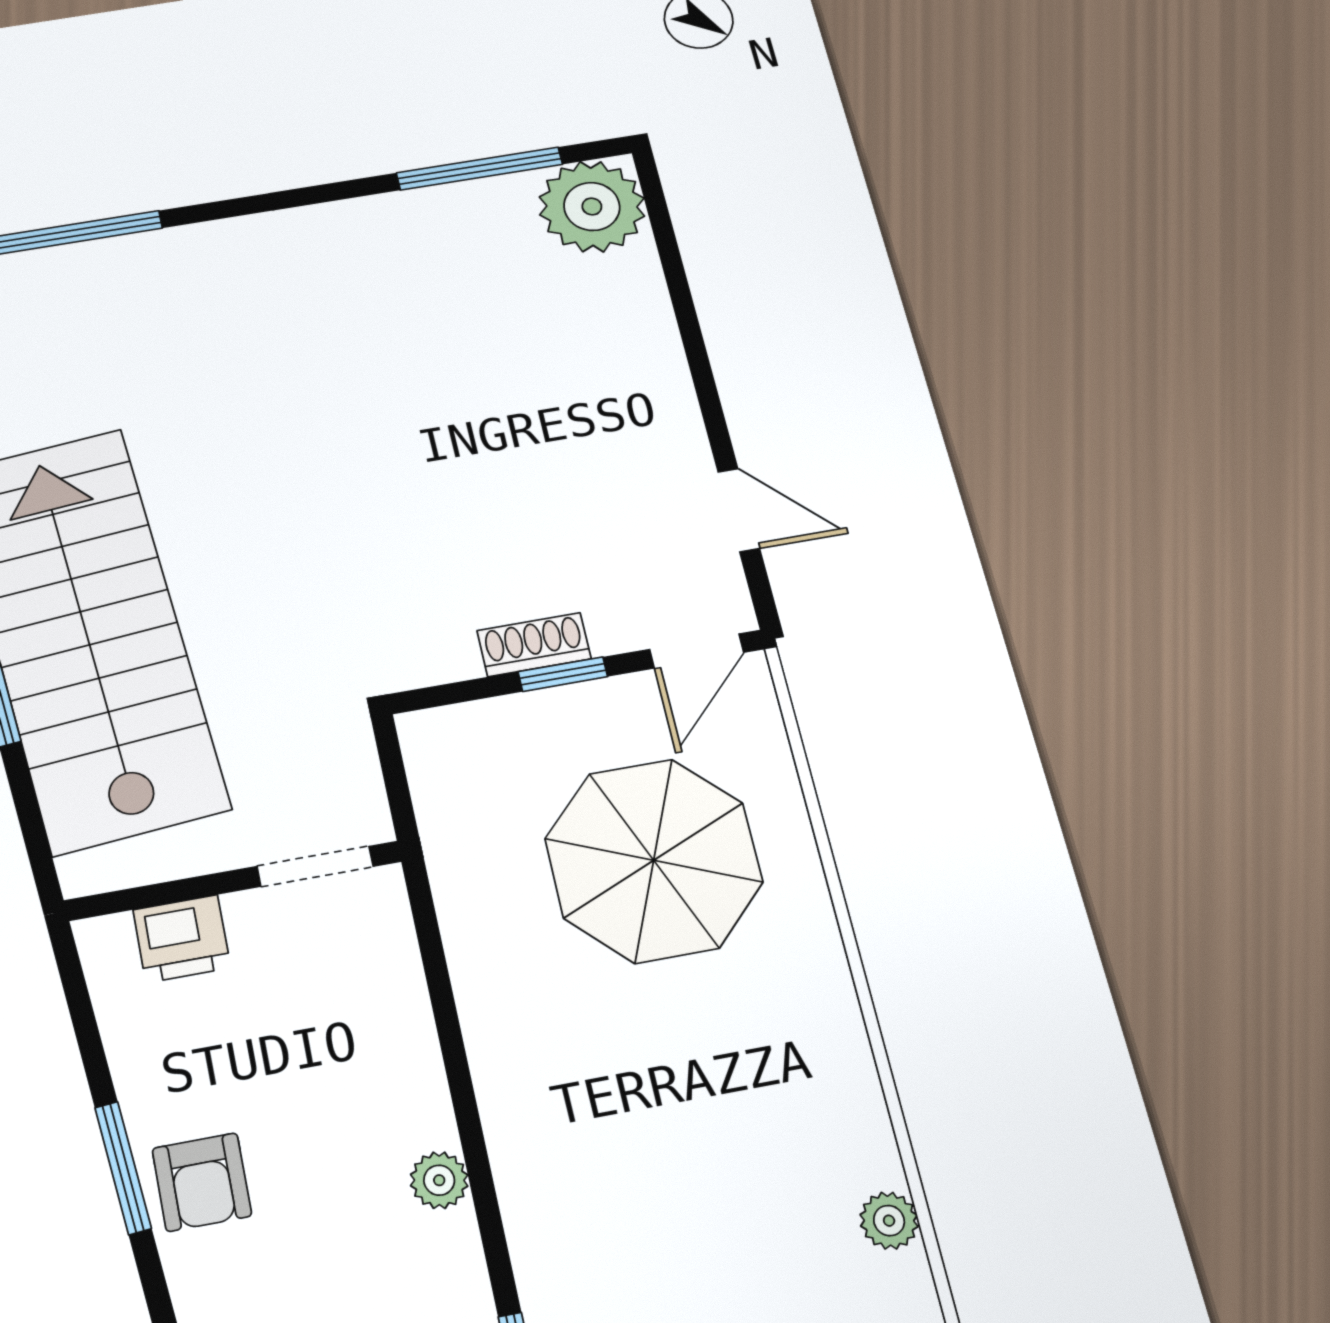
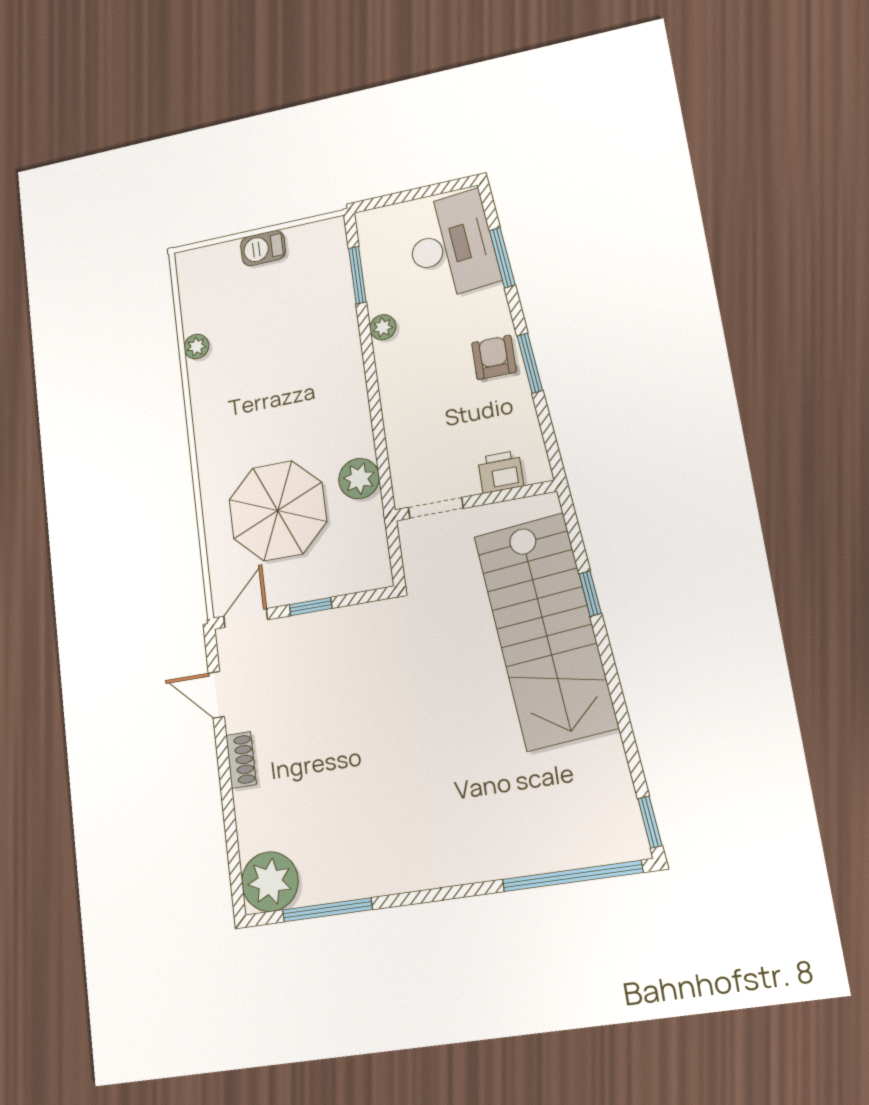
shoe rack: (534, 645) -> (241, 760), moved, turned -90
plant: (483, 926) -> (359, 479), added
plant: (439, 1180) -> (383, 327), moved

